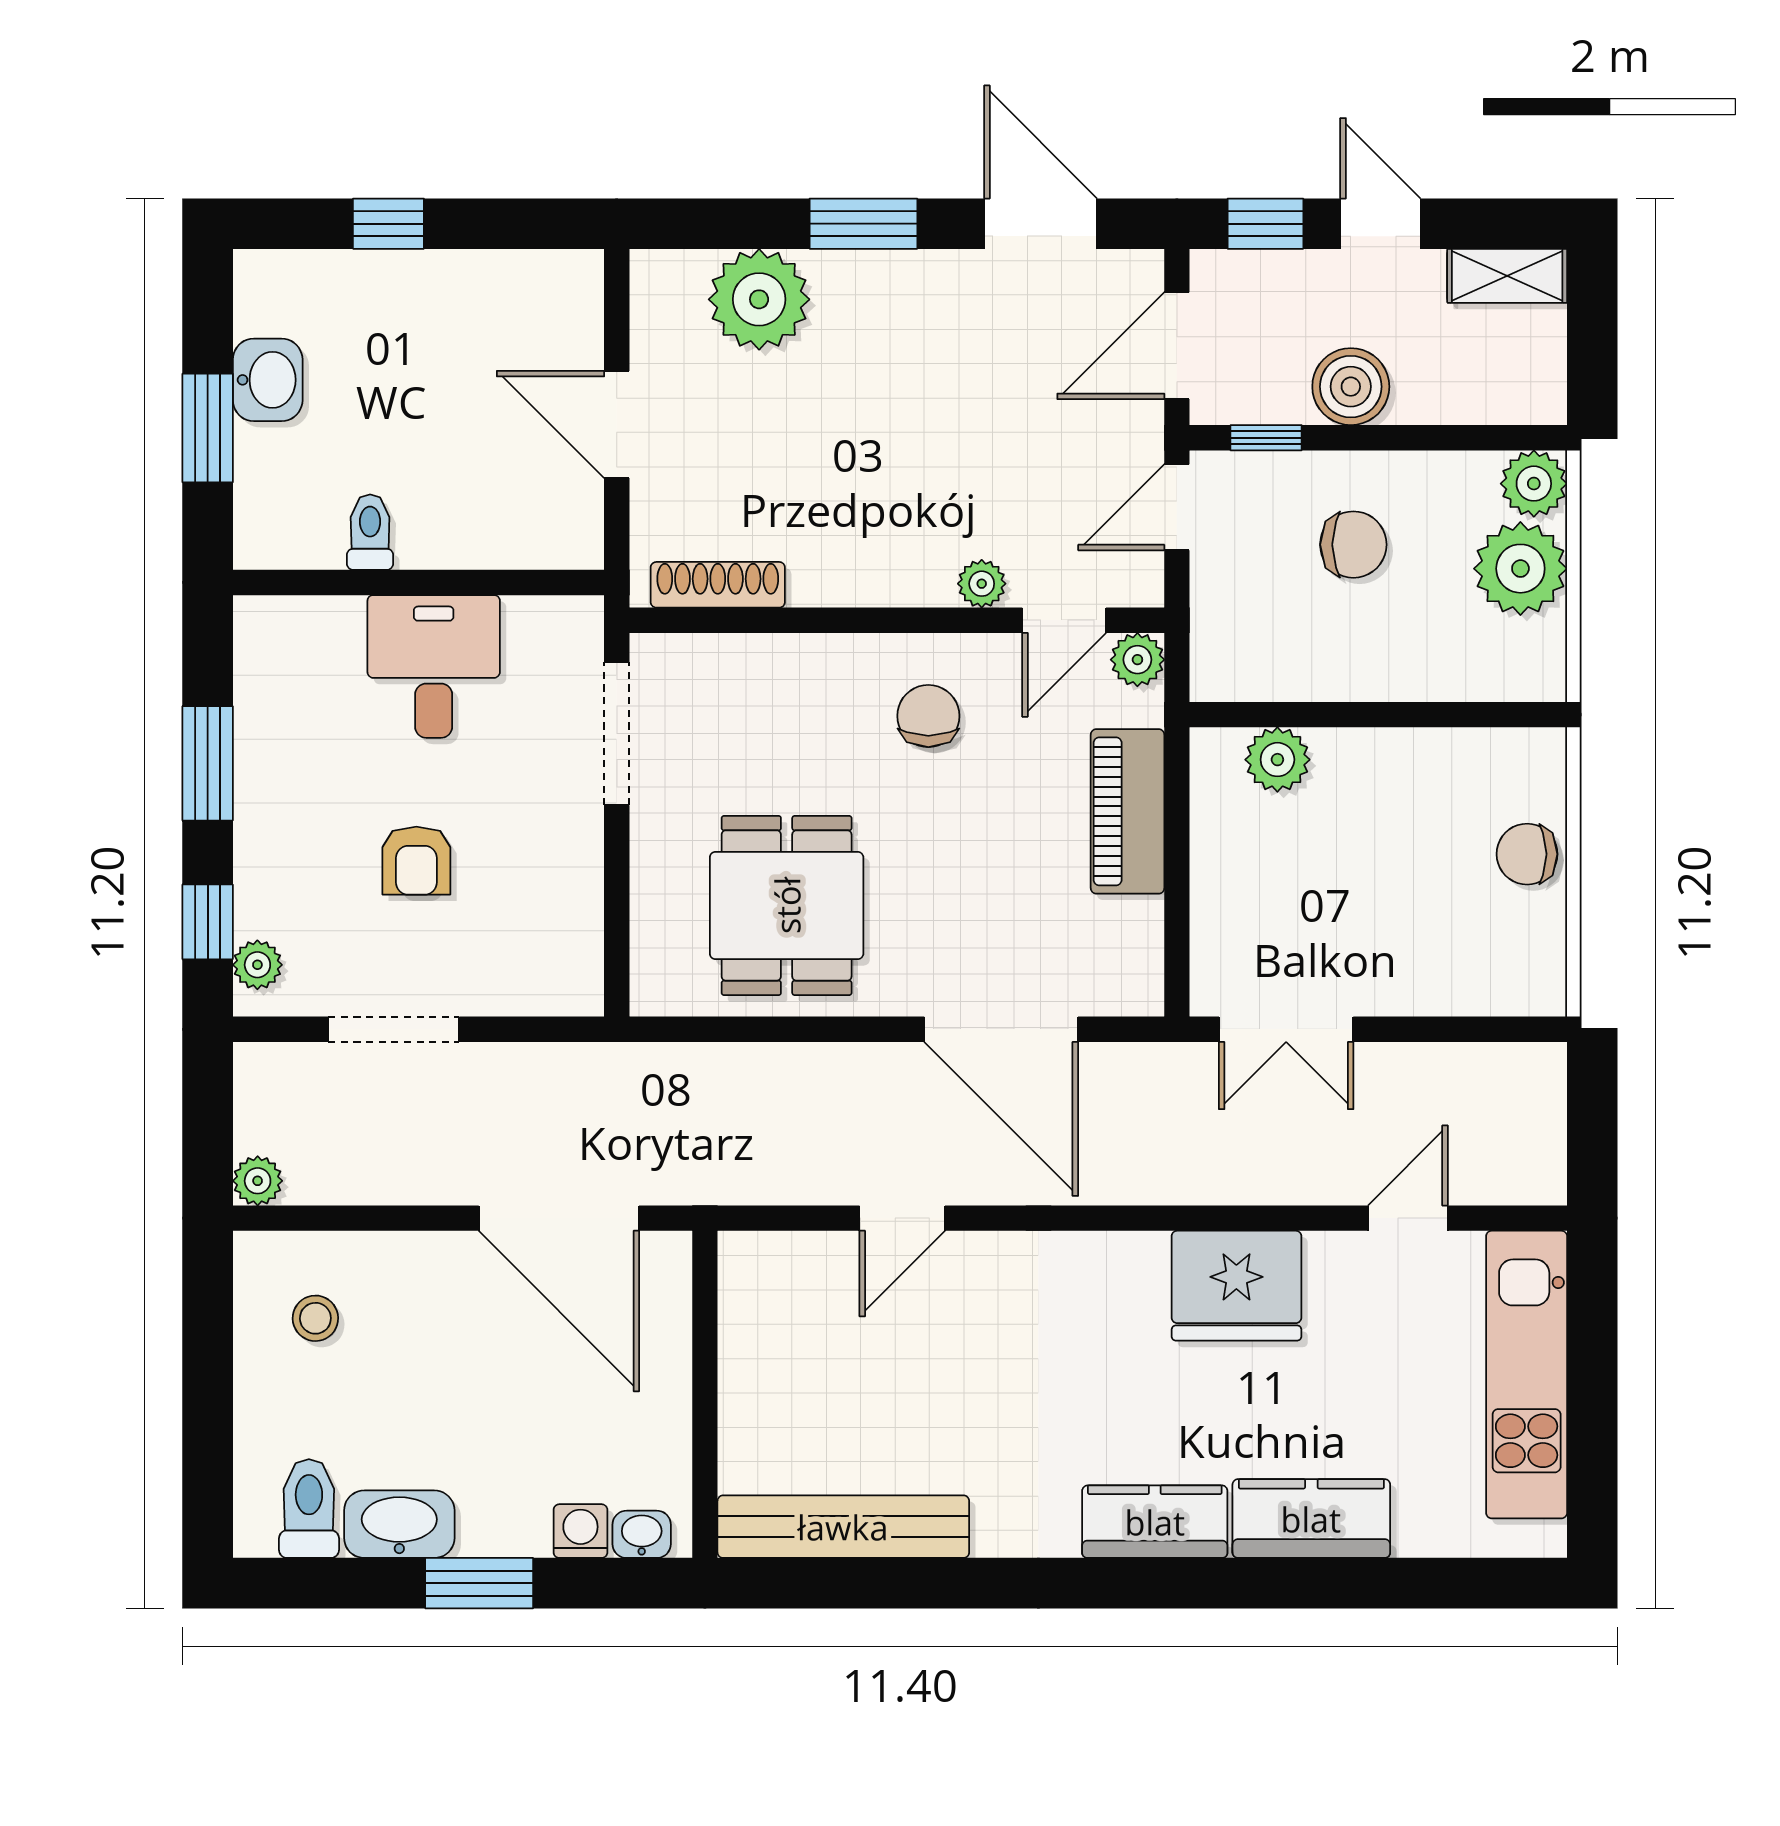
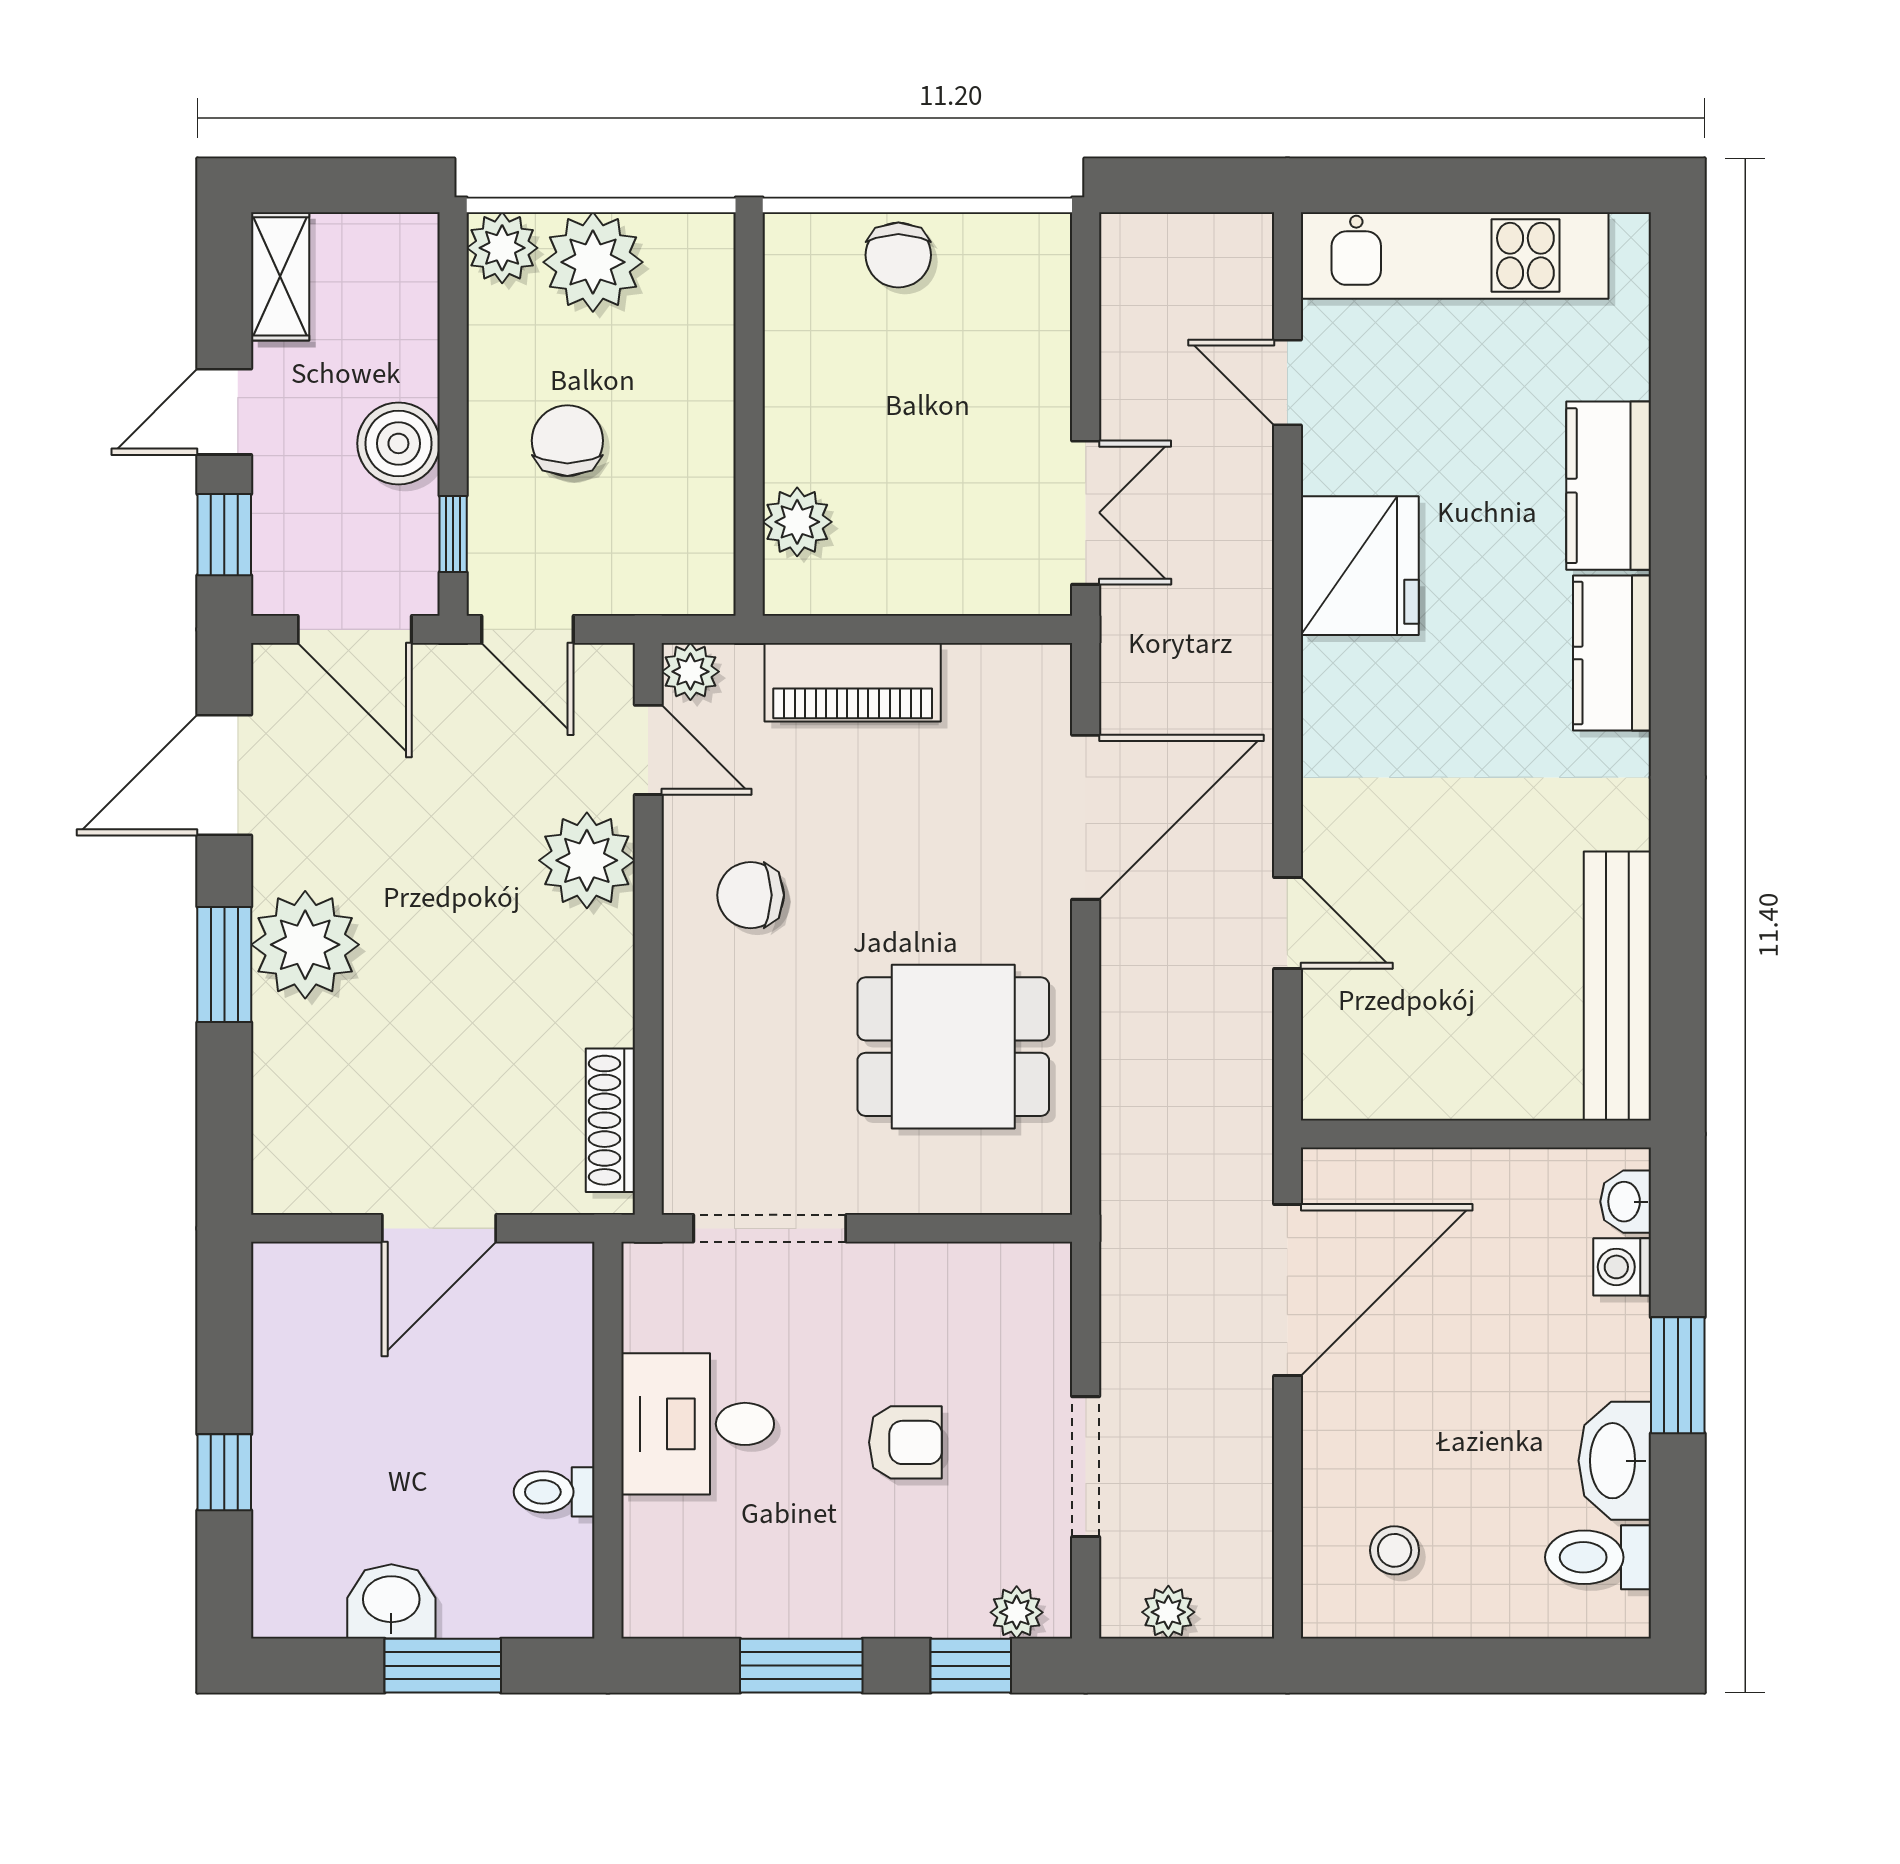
plant: (759, 299) -> (305, 945), moved
plant: (982, 584) -> (587, 860), width x1.88, depth x1.88
plant: (258, 1181) -> (1168, 1612), moved

